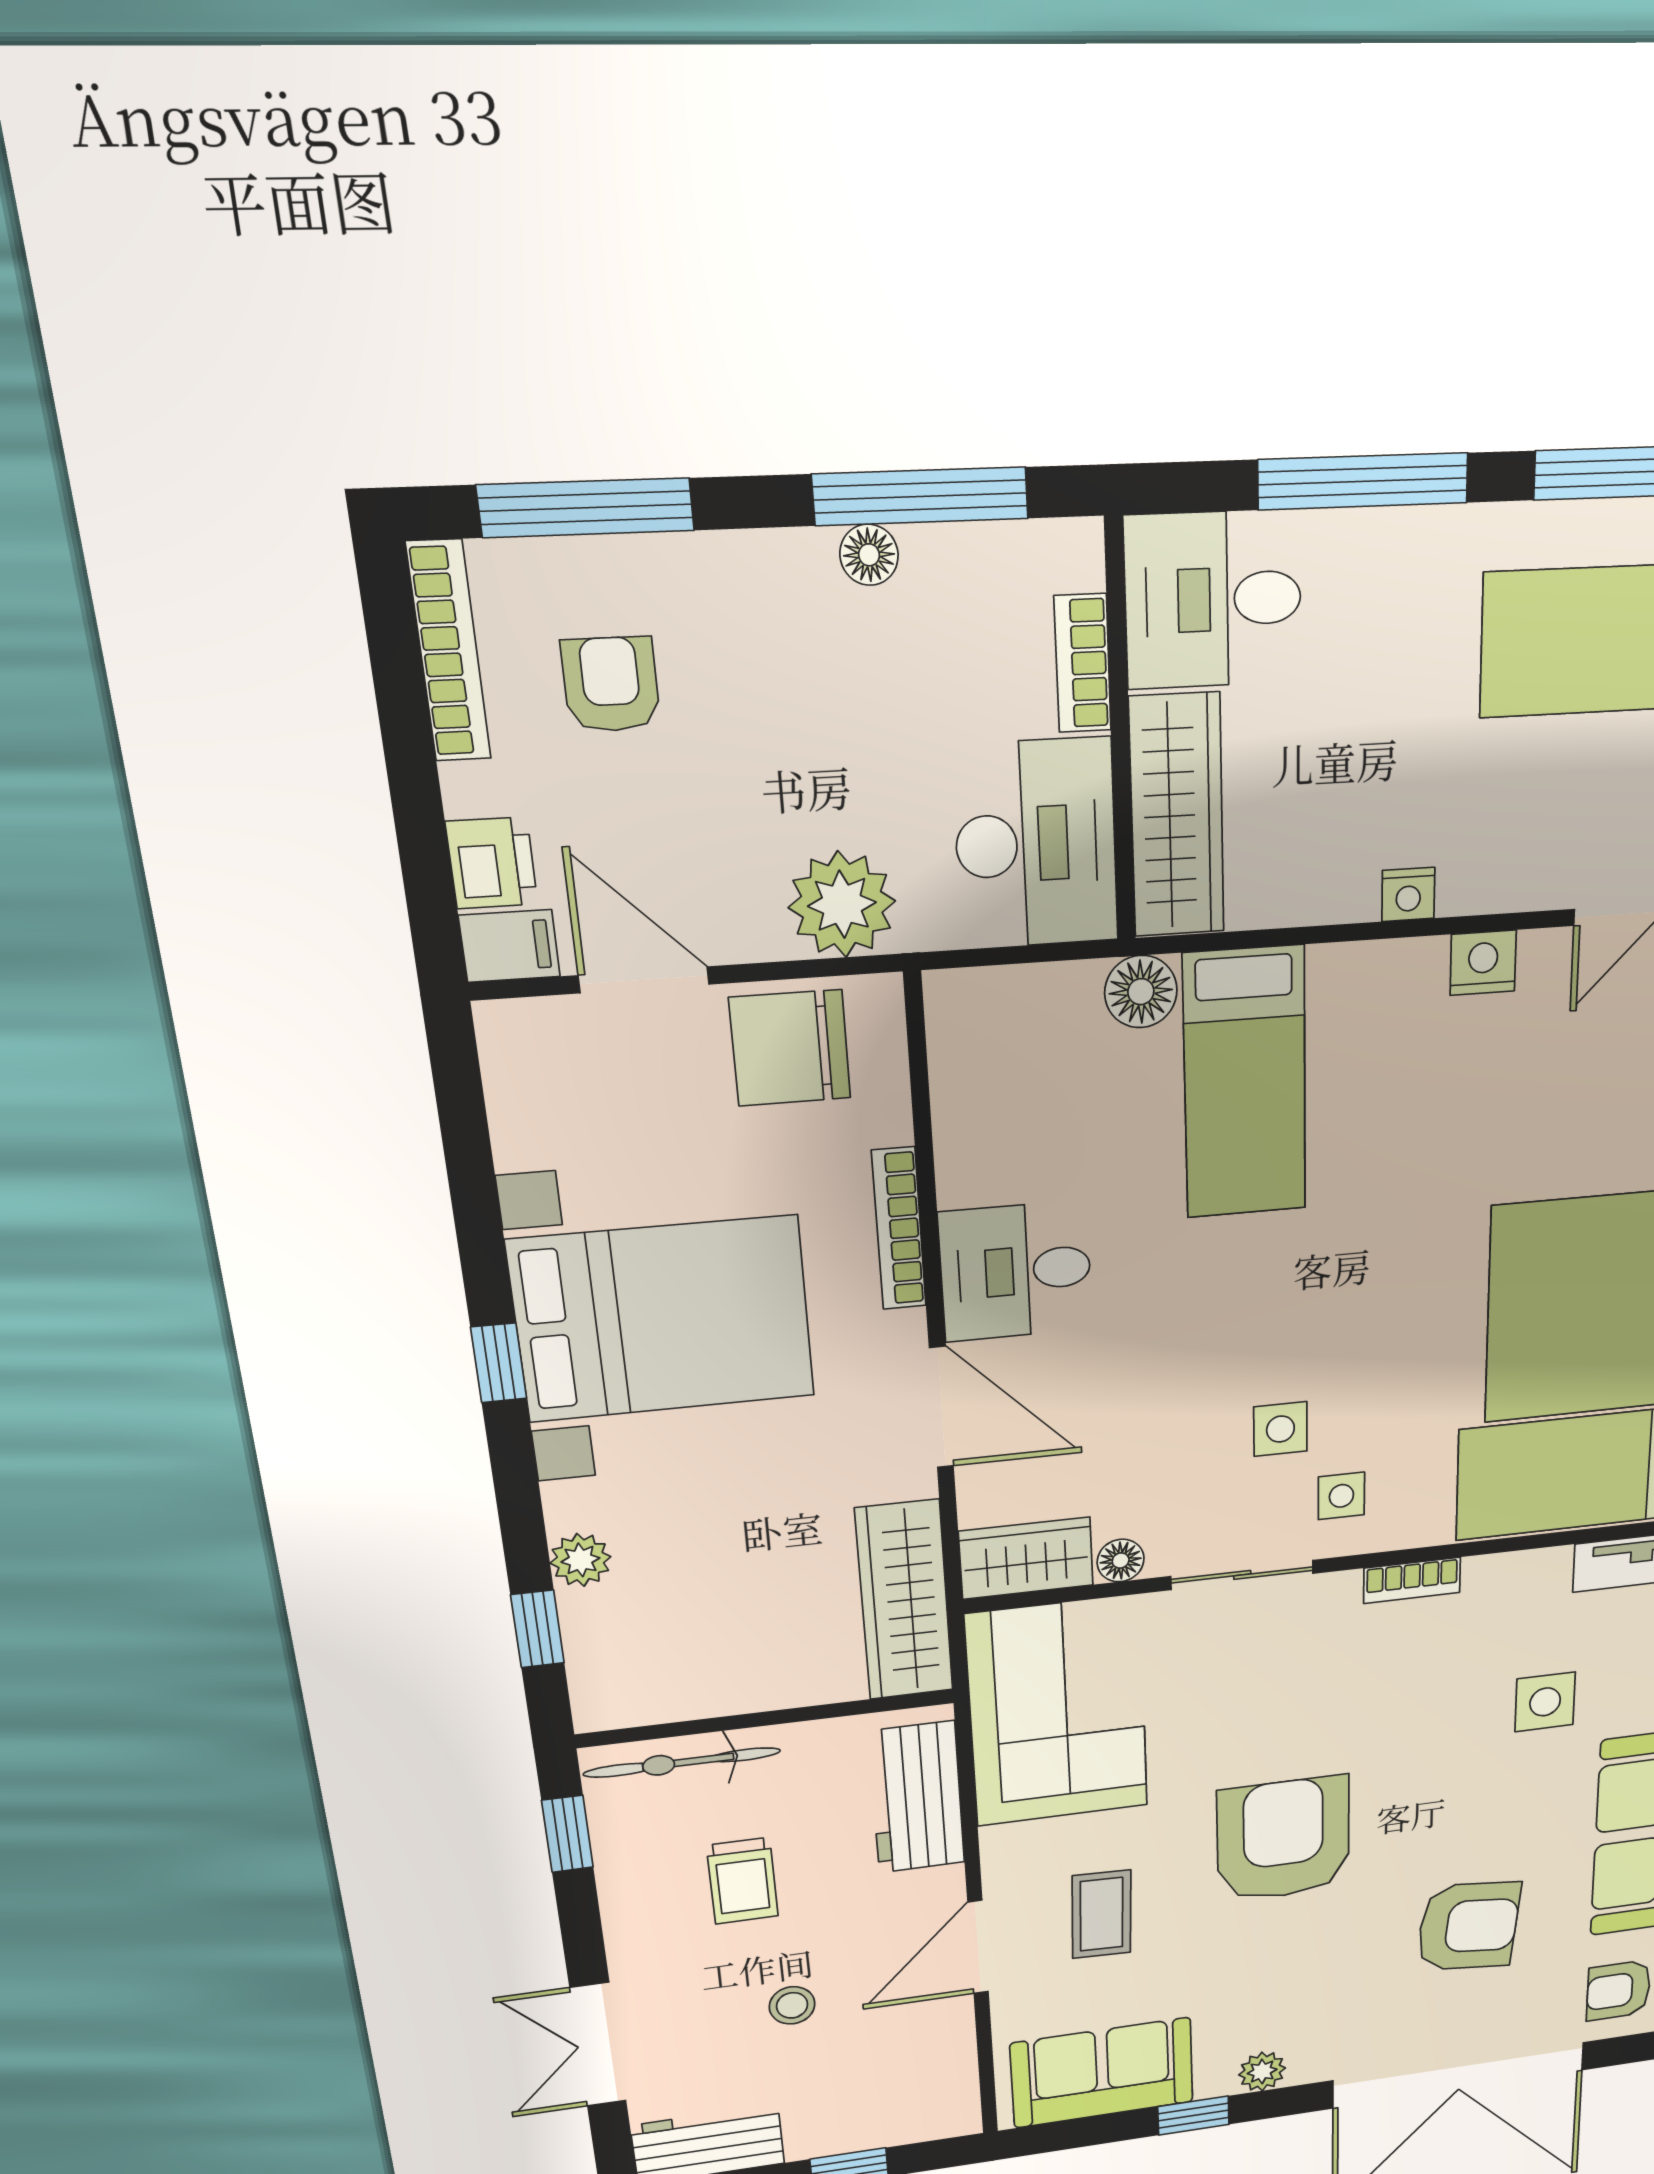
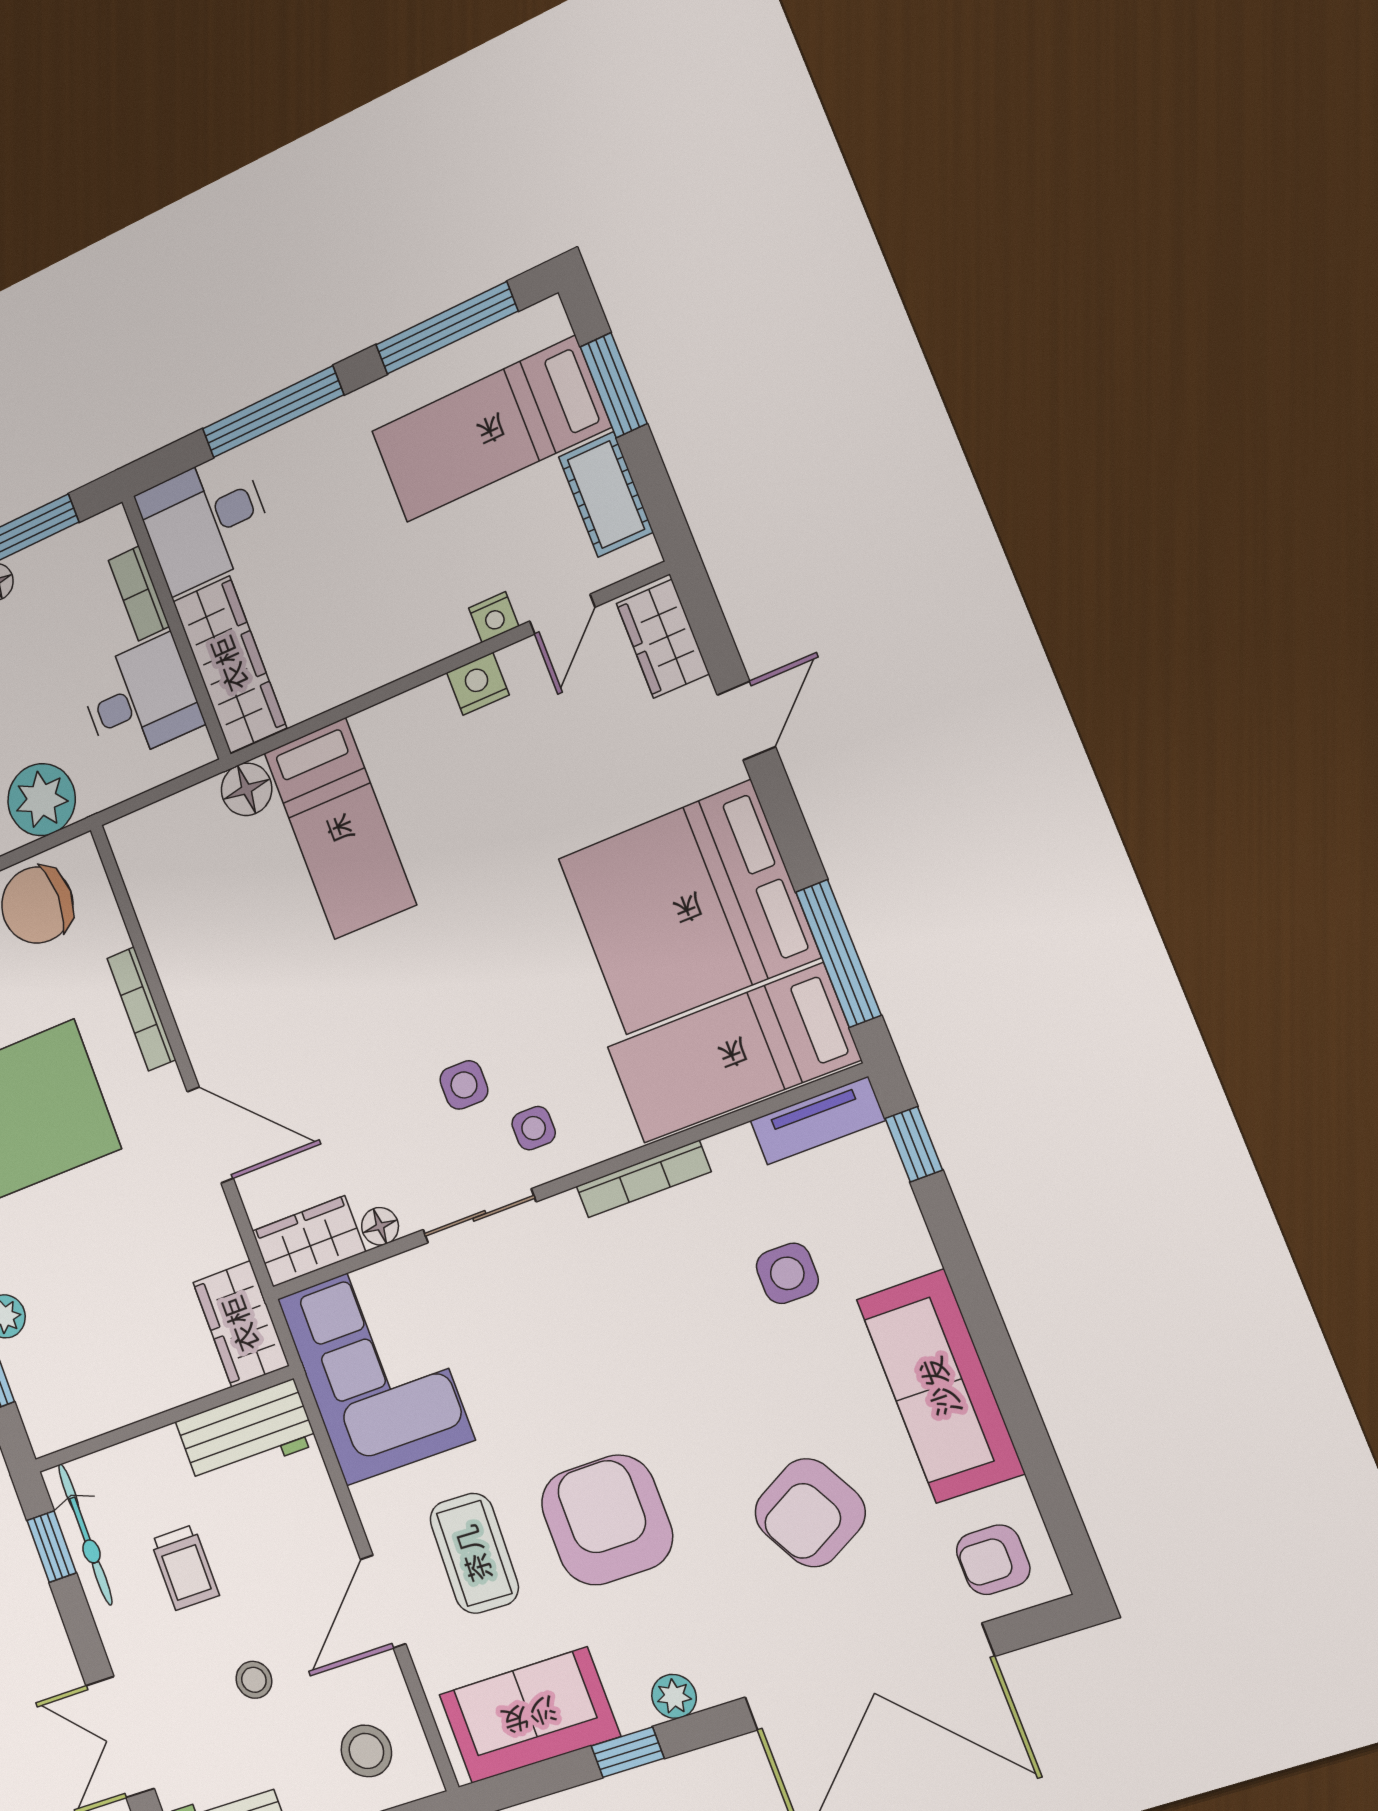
desk: (1036, 844) -> (140, 699), width x0.73
nightstand: (1408, 894) -> (494, 617), moved
desk: (1016, 1271) -> (229, 1016), removed
bookcase: (1412, 1580) -> (643, 1179), width x1.56
wardrobe: (904, 1600) -> (241, 1324), width x0.67
bicycle: (682, 1762) -> (85, 1534), moved, turned -90
workbench: (917, 1797) -> (246, 1433), moved, turned -90
armchair: (1283, 1839) -> (607, 1520), moved
coffee table: (1102, 1914) -> (474, 1553), width x1.36, depth x1.30
armchair: (1468, 1926) -> (810, 1513), turned 145
stool: (904, 2088) -> (366, 1751), added

